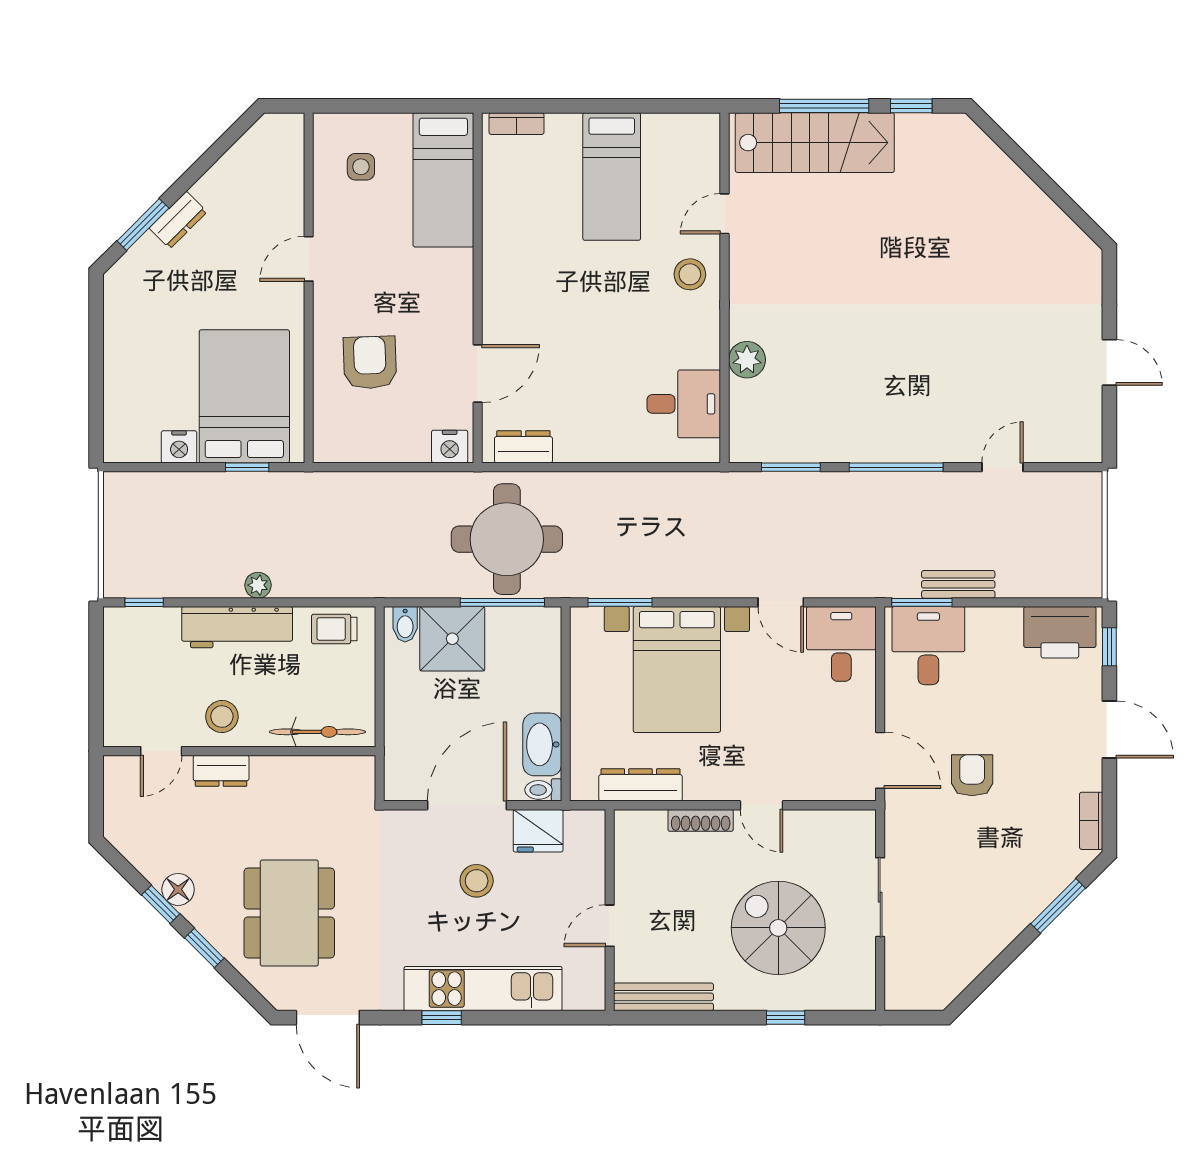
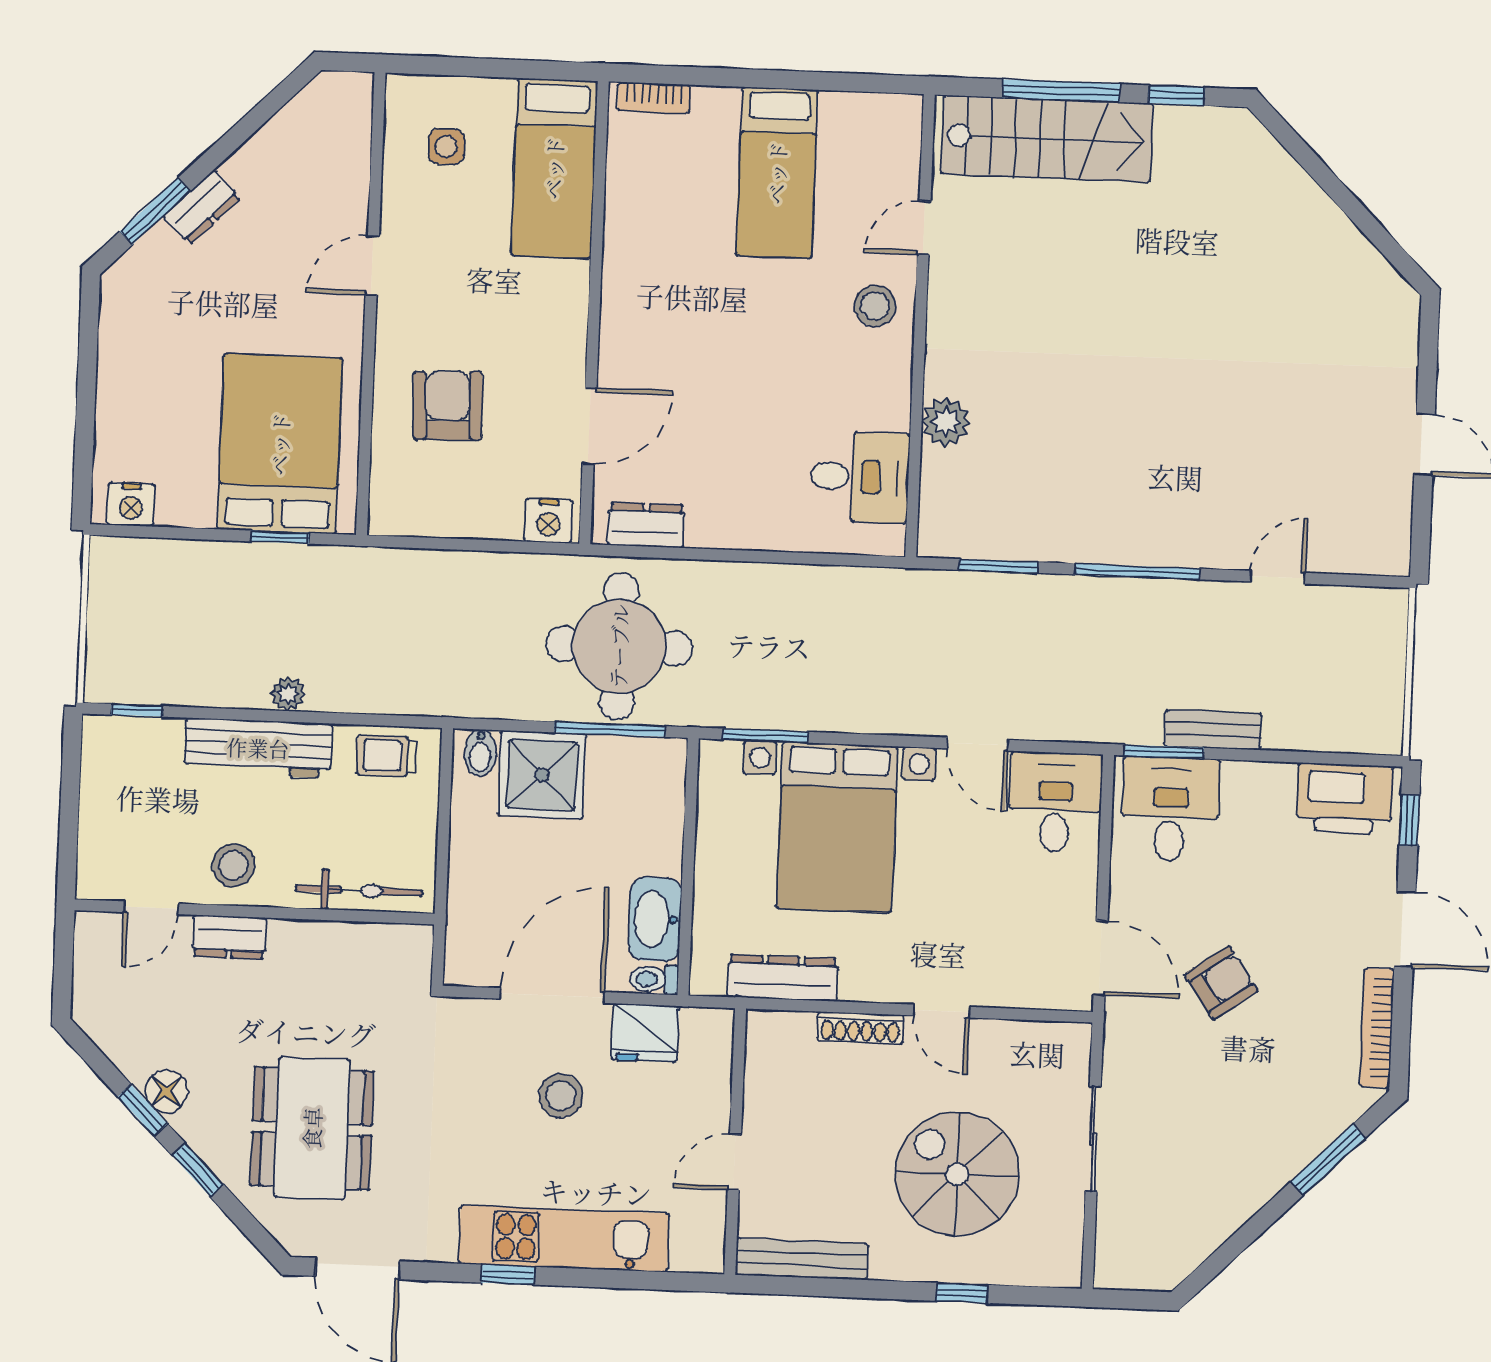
nightstand: (179, 447) -> (131, 504), moved
armchair: (972, 775) -> (1221, 983), turned 55
bookcase: (1091, 821) -> (1377, 1028), width x1.56

